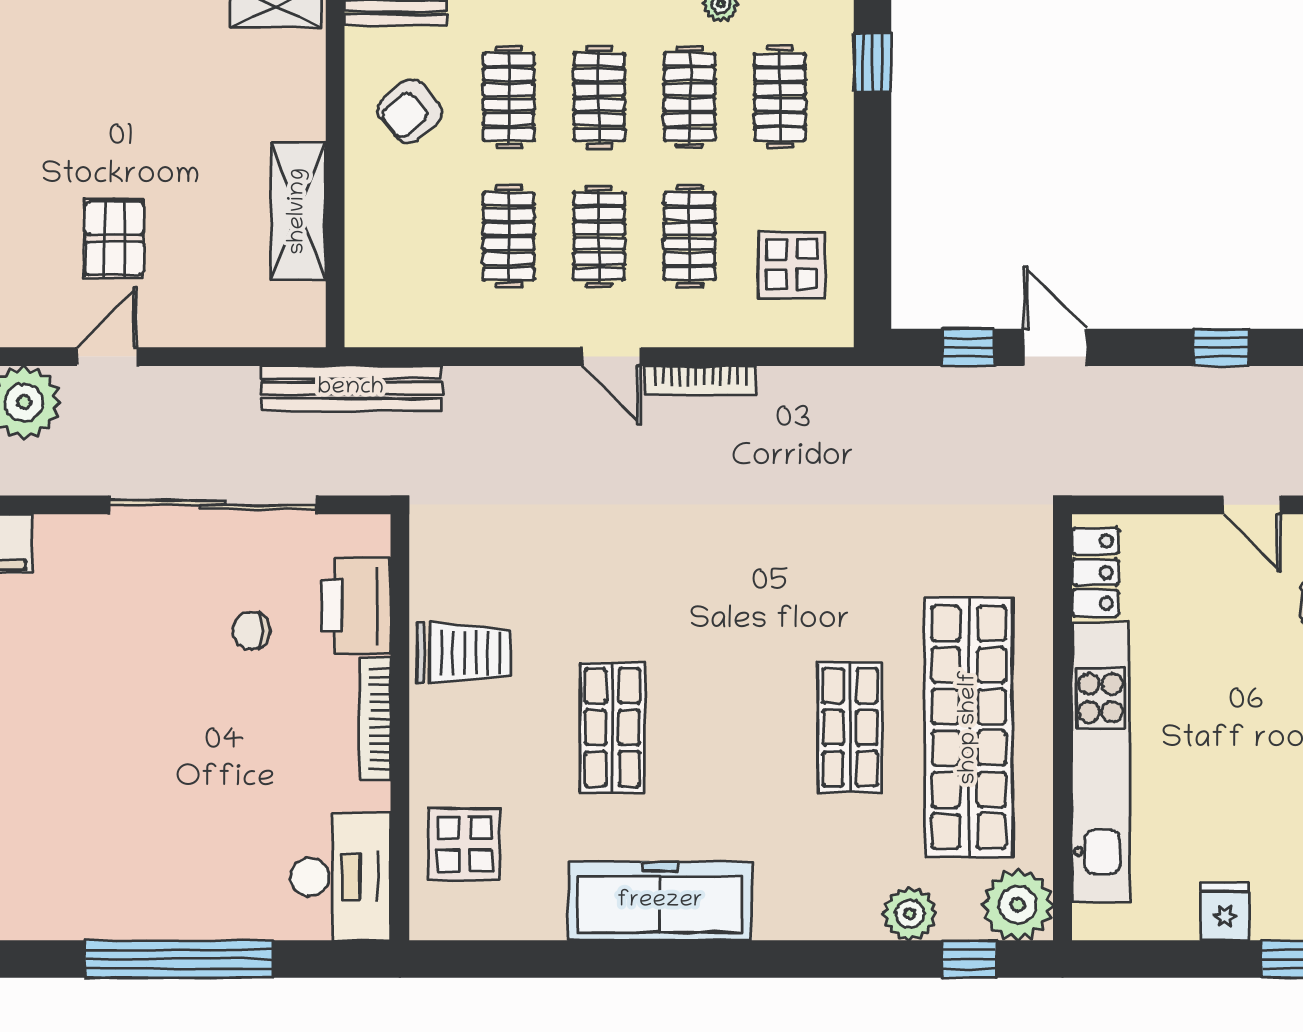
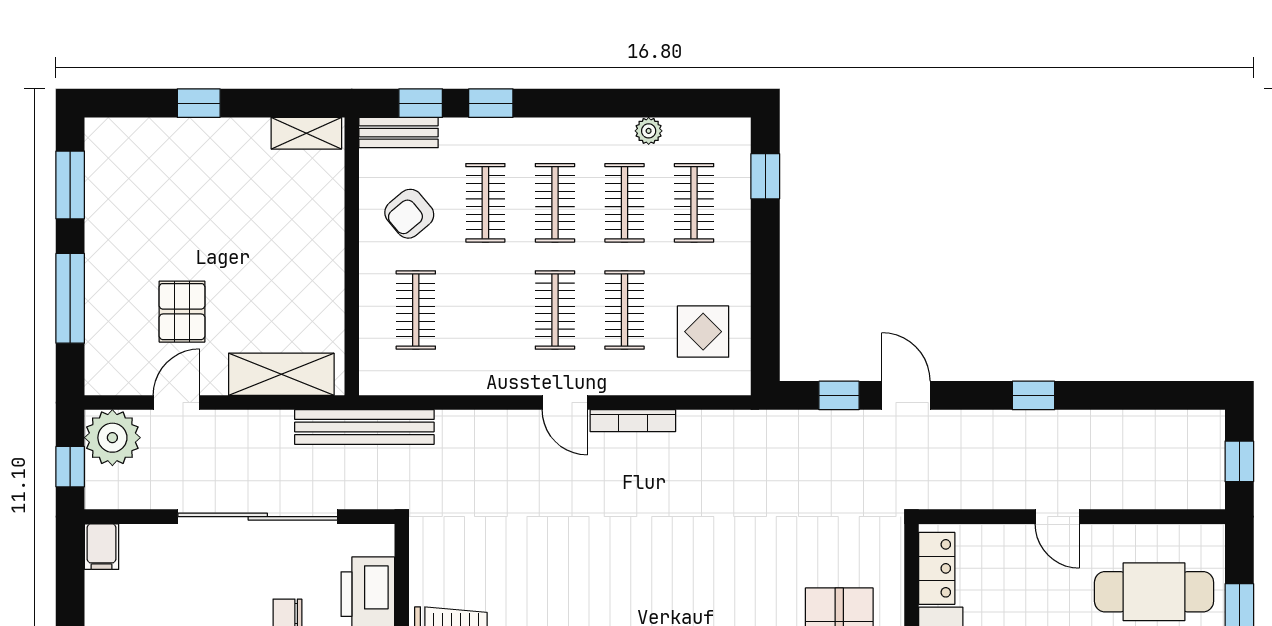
shelving: (298, 211) -> (281, 374), moved, turned 90
clothes rail: (509, 236) -> (416, 310), moved

